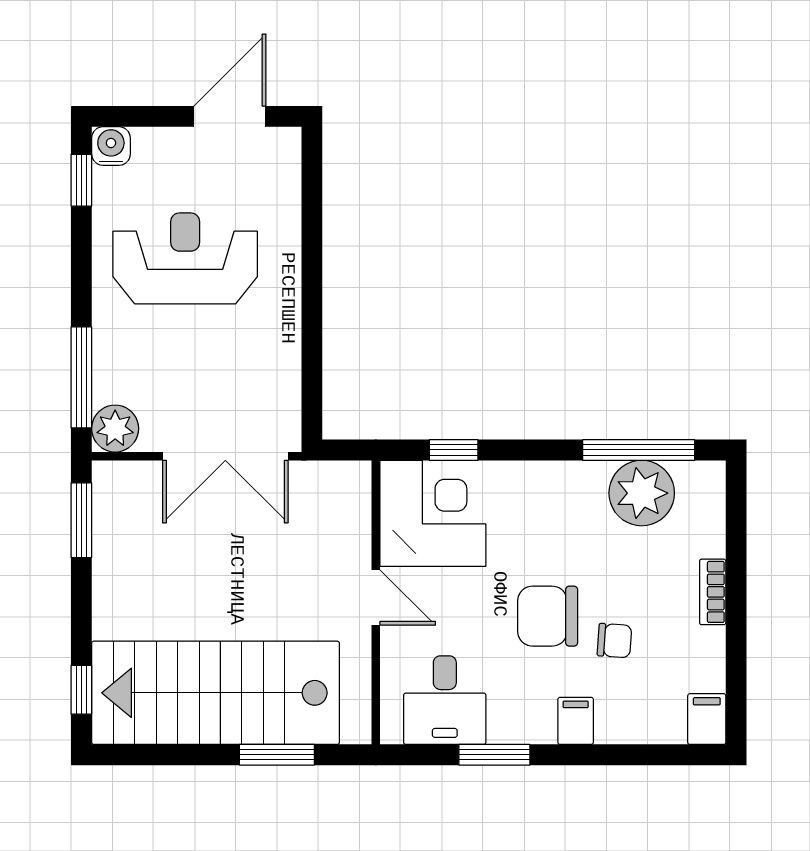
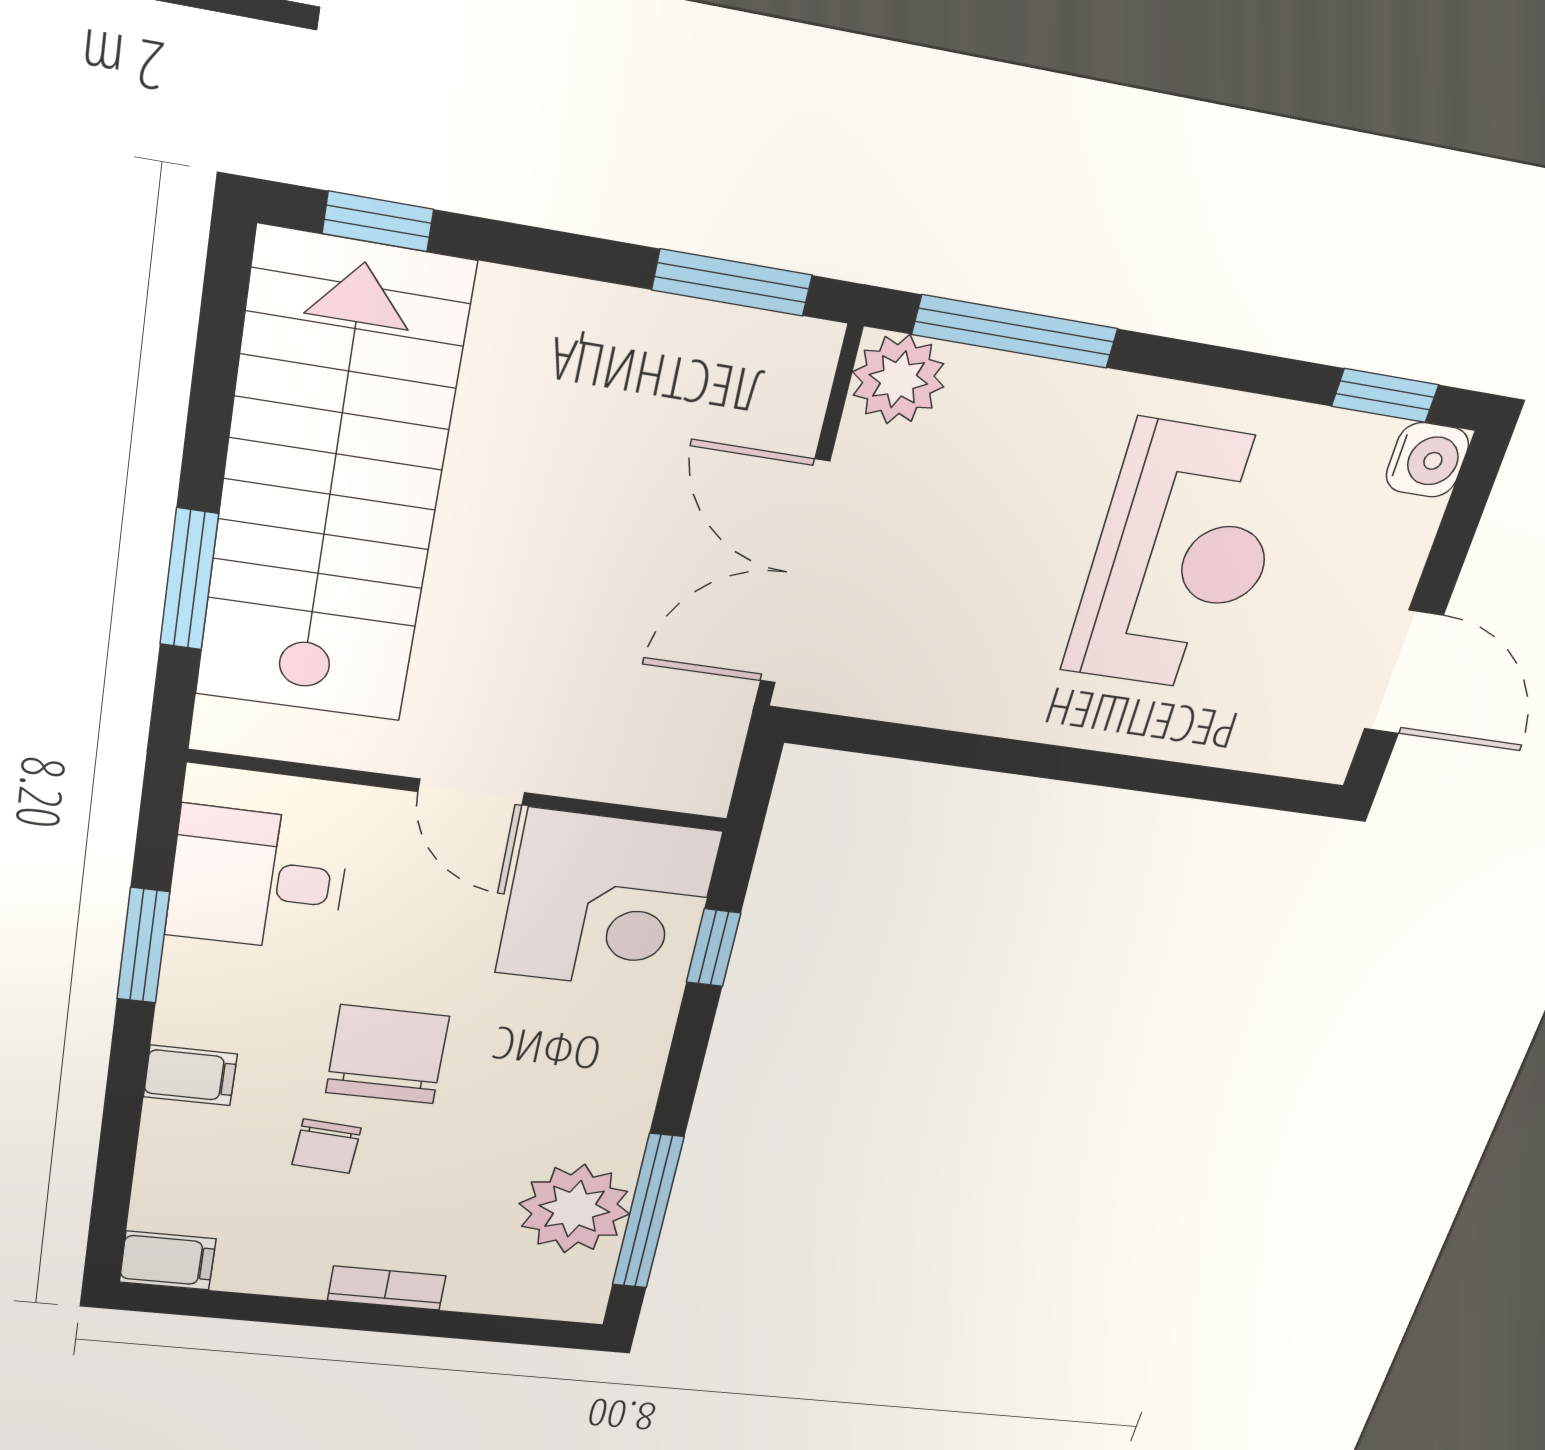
door: (376, 597) -> (471, 792), hinge flipped

